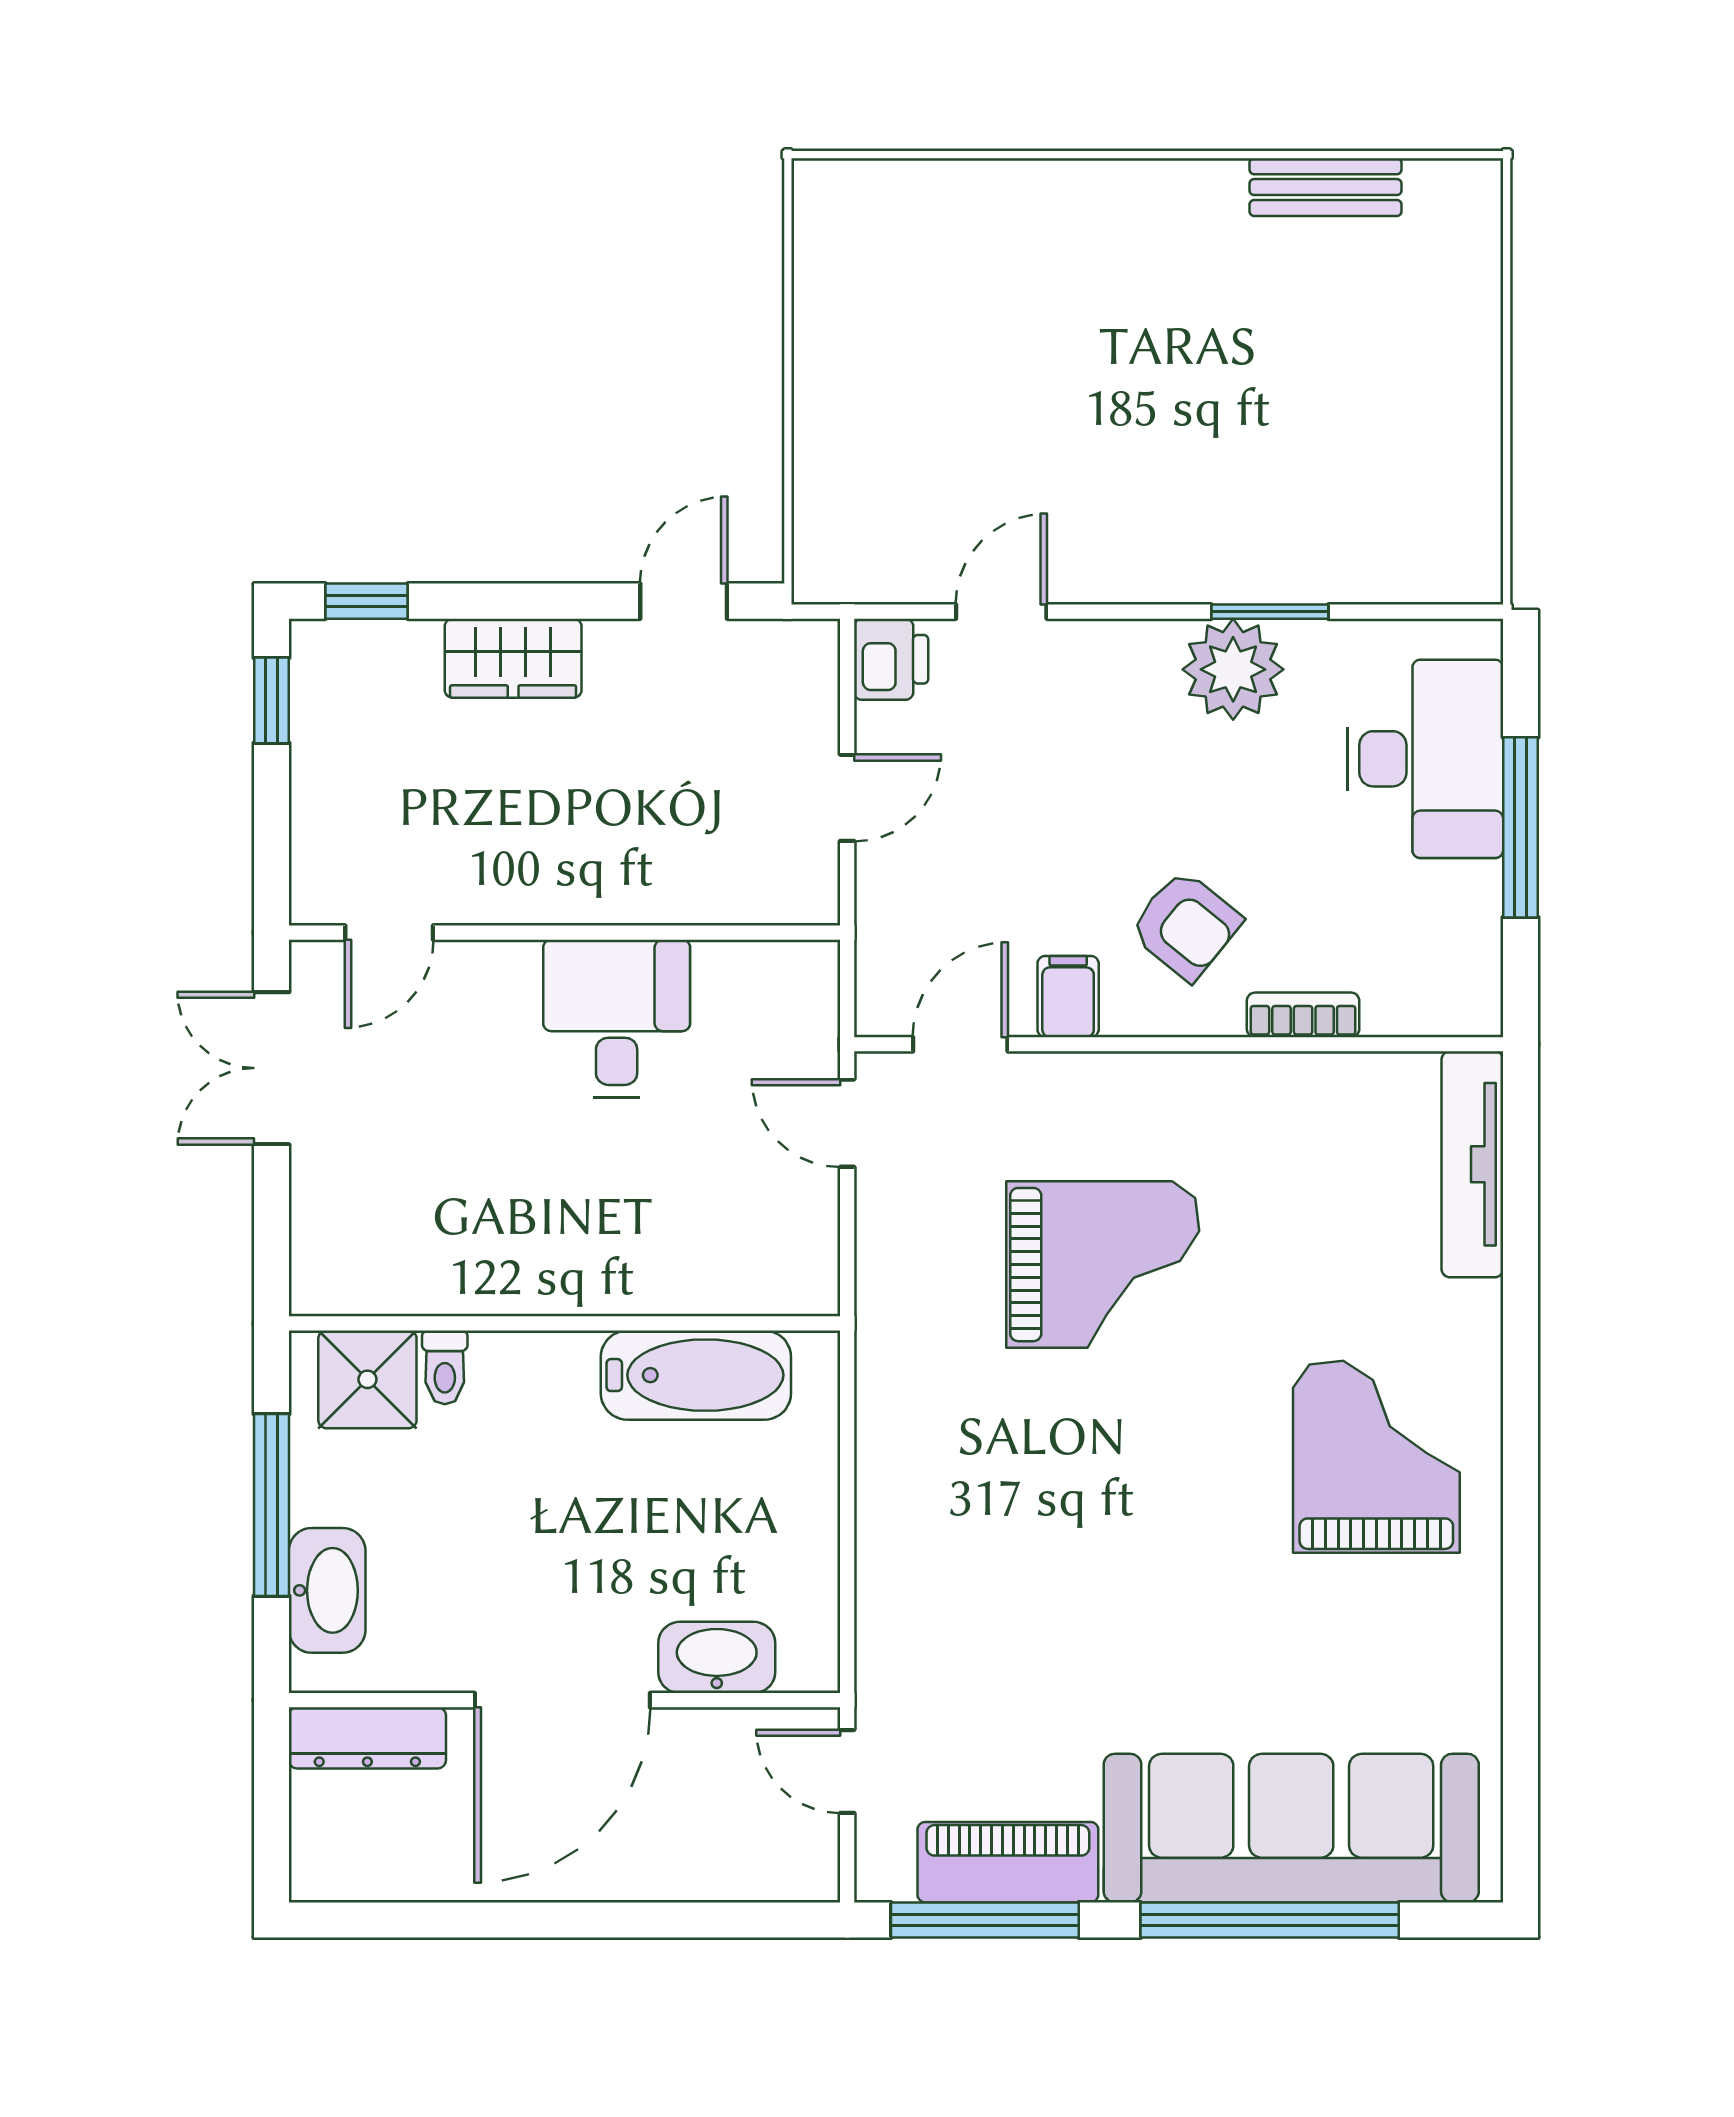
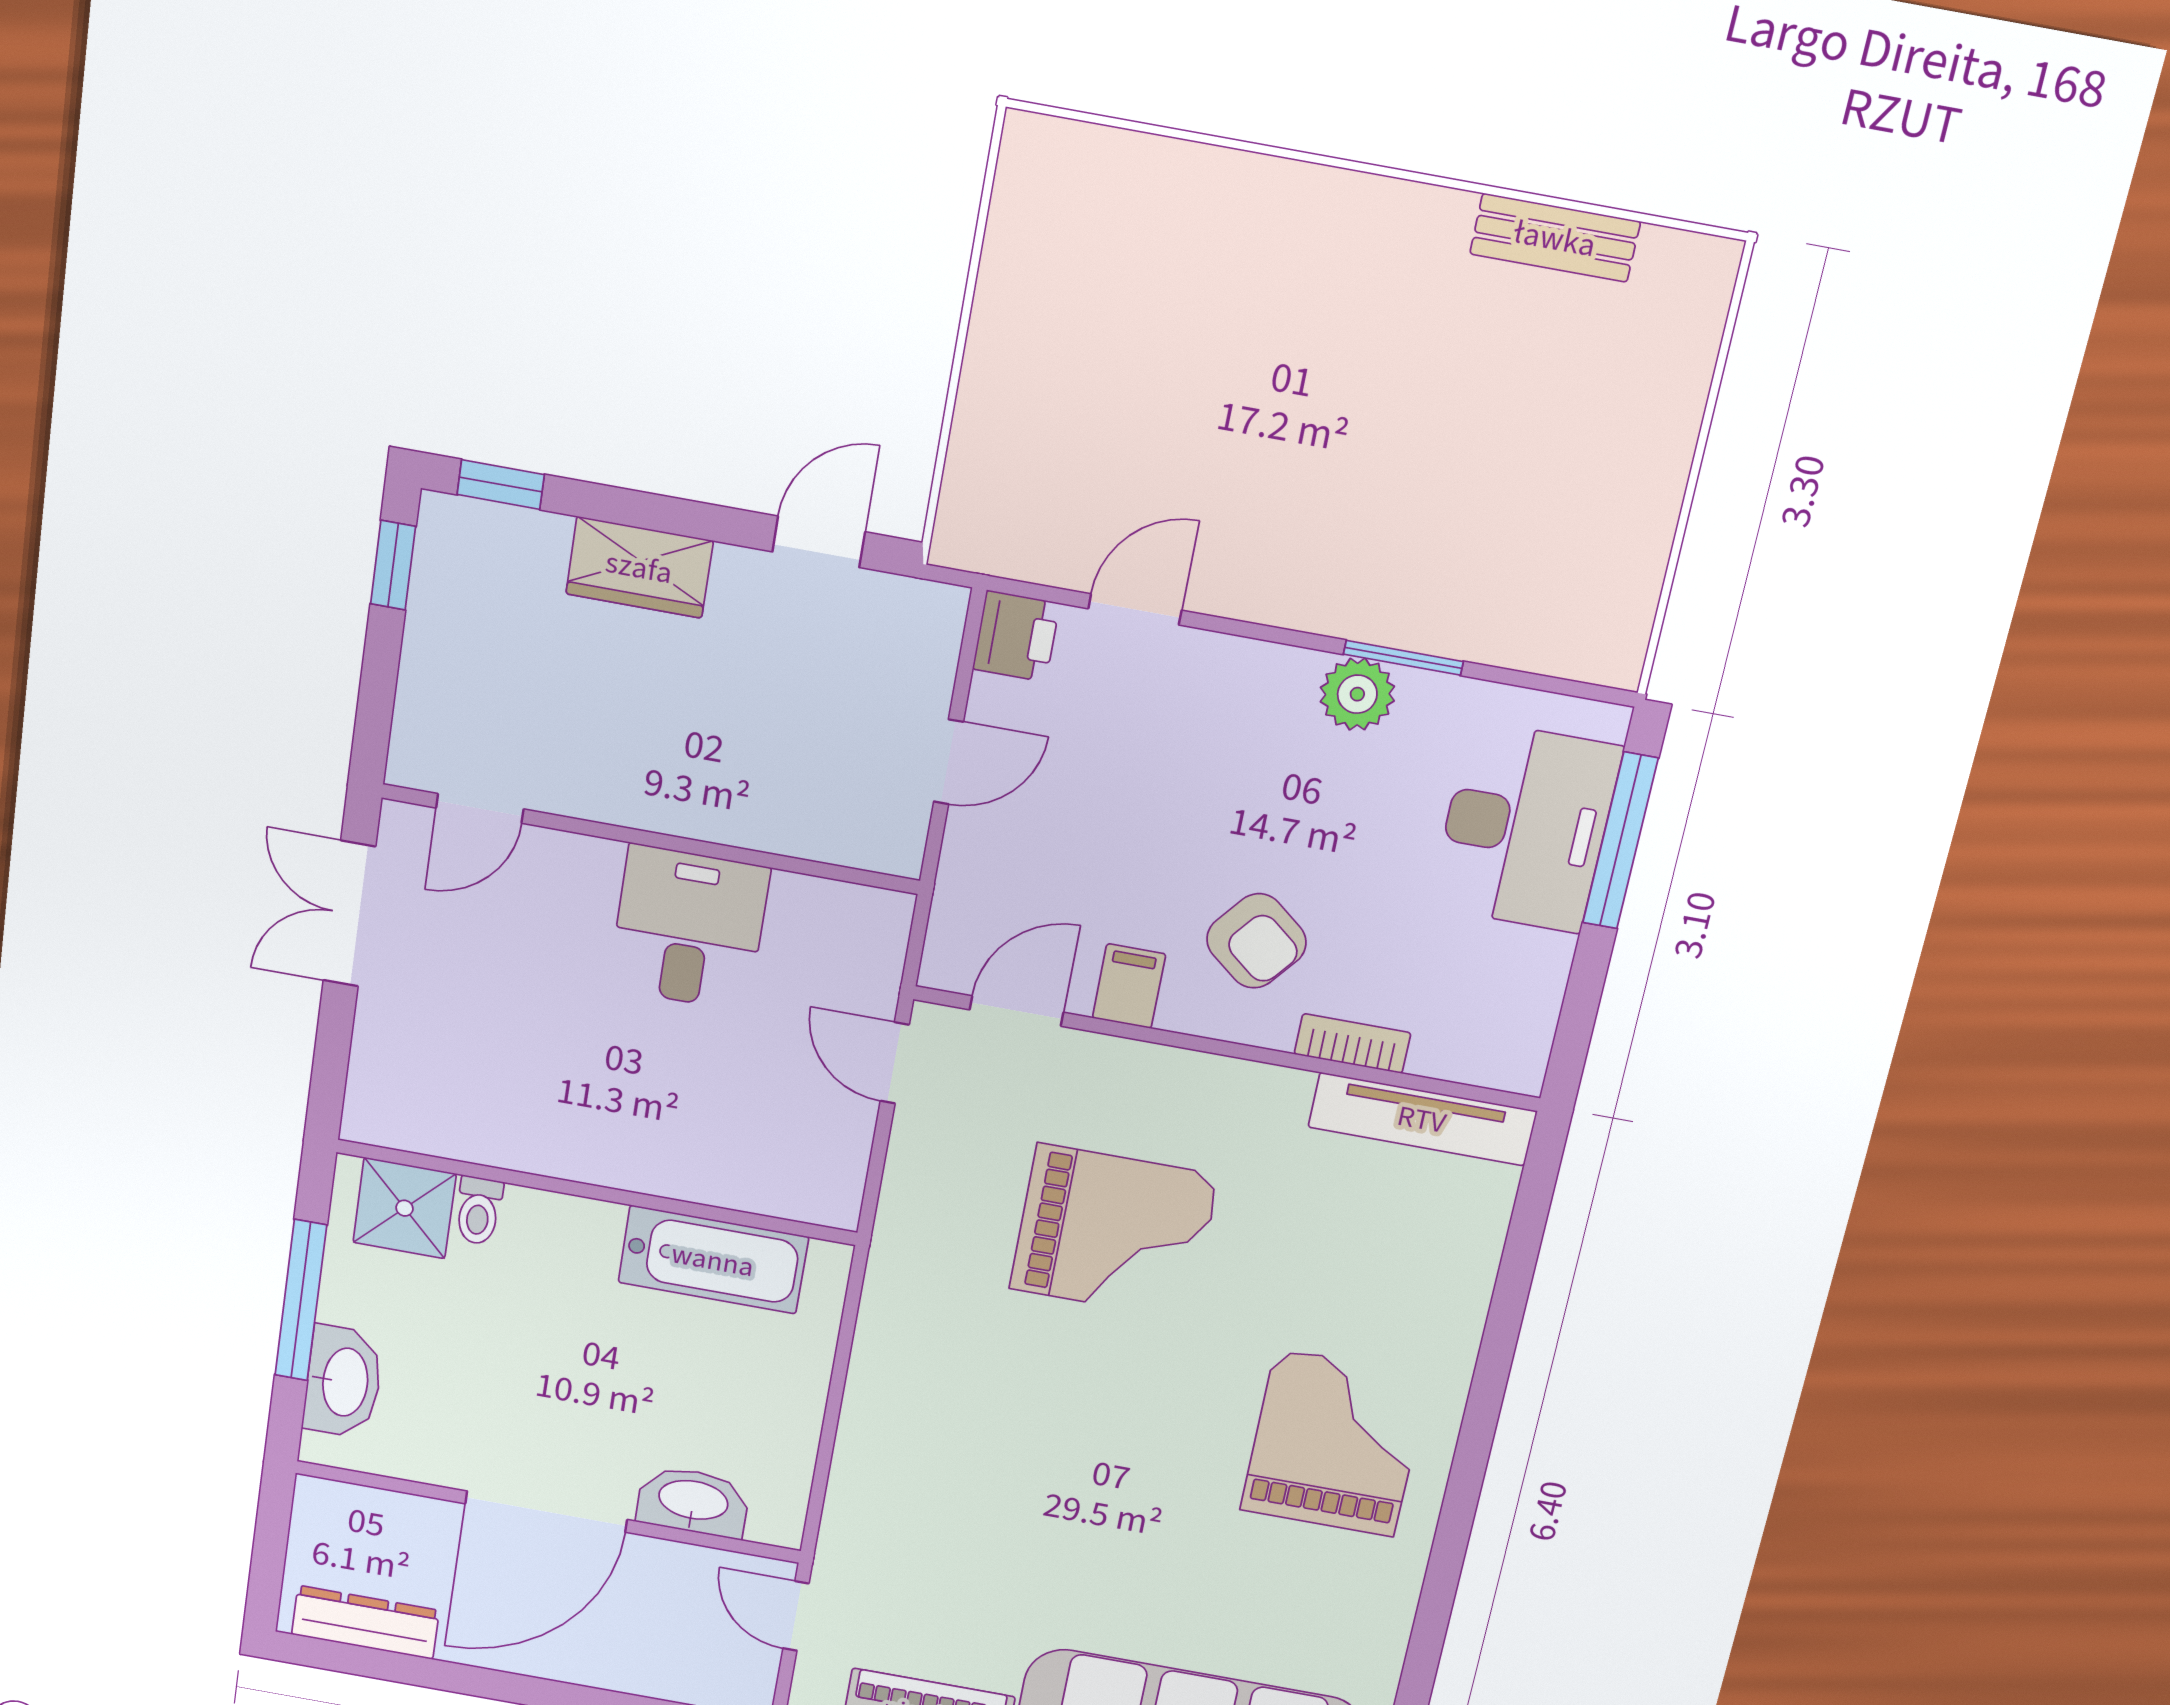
plant: (1233, 669) -> (1357, 694), width x0.73, depth x0.73
window: (1520, 827) -> (1620, 841), moved
tv unit: (1472, 1164) -> (1422, 1119), moved, turned -90
dresser: (367, 1738) -> (365, 1622), moved, turned 180

